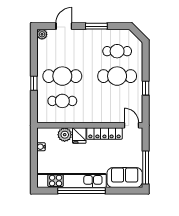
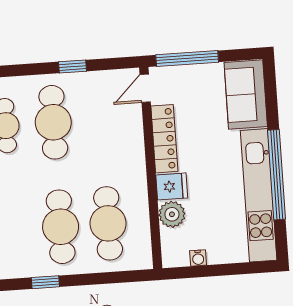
window: (34, 83) -> (45, 282), moved
cafe table: (62, 101) -> (108, 223), width x1.37, depth x1.35
window: (146, 168) -> (187, 58), moved

